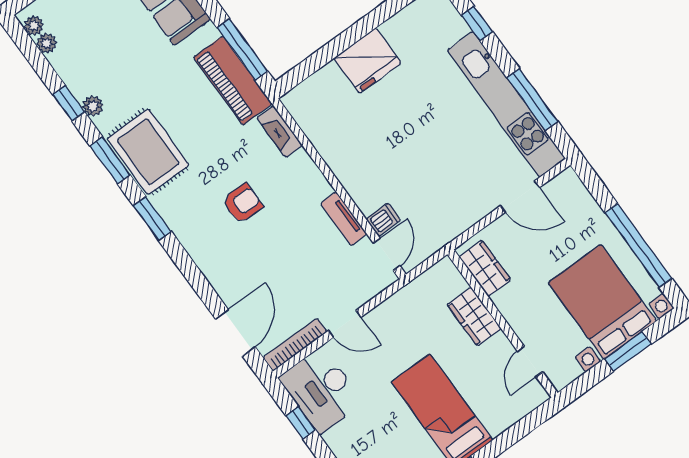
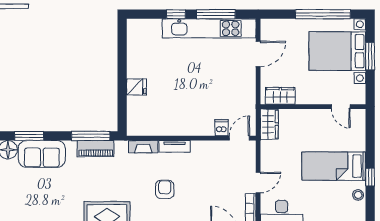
window: (477, 24) -> (176, 14), moved
fridge: (368, 61) -> (136, 87), width x0.53, depth x0.75
piano: (233, 81) -> (96, 149), width x0.73, depth x0.75
tv unit: (344, 219) -> (175, 146), moved
door: (387, 254) -> (239, 138), hinge flipped
wardrobe: (474, 317) -> (269, 124), moved, turned -90

